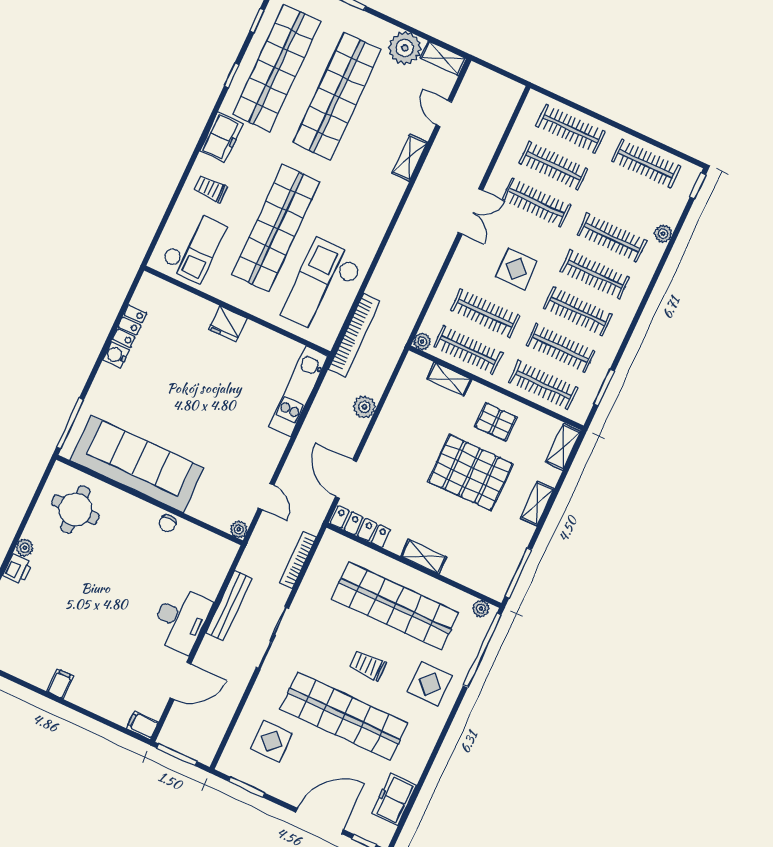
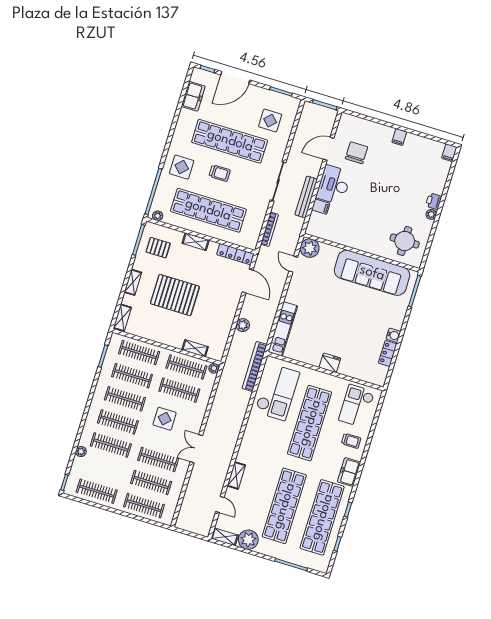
pallet: (496, 422) -> (158, 248), moved
chair: (168, 523) -> (357, 153), moved, width x1.87, depth x1.87
plant: (239, 529) -> (310, 248), width x1.88, depth x1.88
filing cabinet: (143, 725) -> (321, 207), moved

